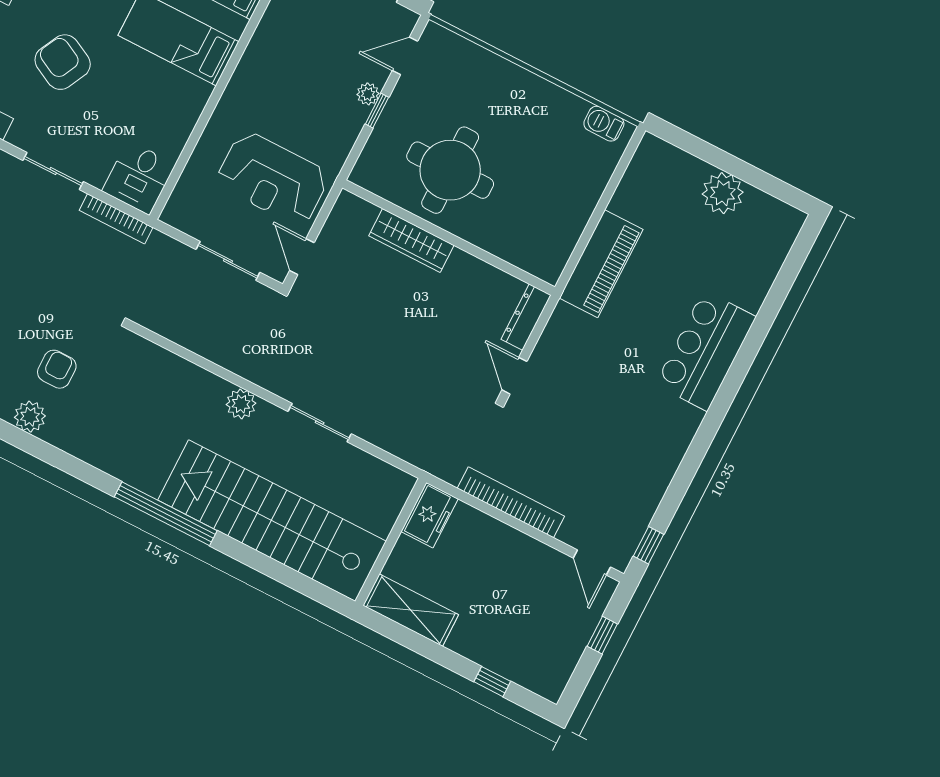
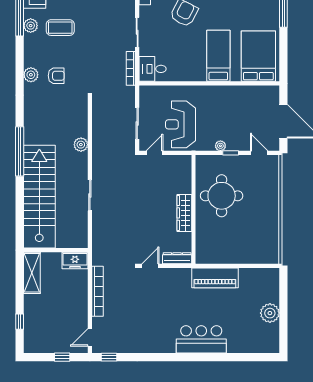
plant: (368, 94) -> (220, 146), moved
barbecue: (604, 124) -> (273, 249), removed
wardrobe: (411, 241) -> (184, 213), moved
plant: (241, 404) -> (81, 145), moved

